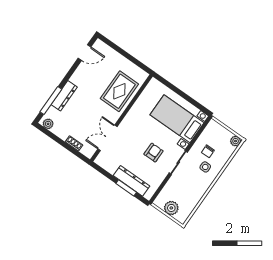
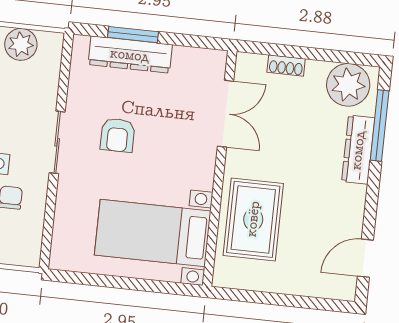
bed with nightstands: (177, 119) -> (153, 233), moved, turned 180
plant: (48, 124) -> (348, 85), width x1.87, depth x1.87

